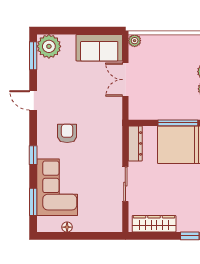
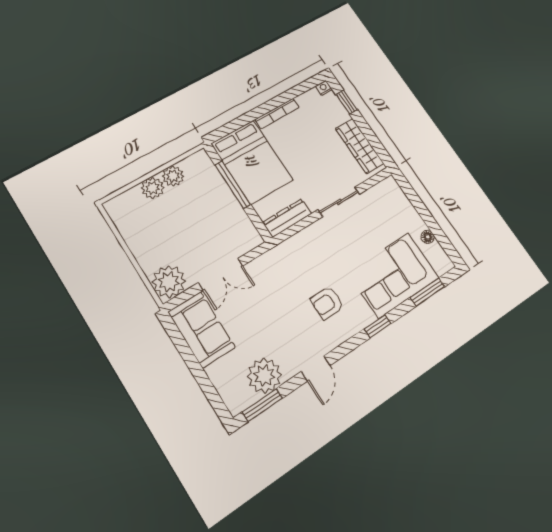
plant: (135, 41) -> (169, 282), width x1.88, depth x1.88
plant: (49, 46) -> (264, 376), moved

